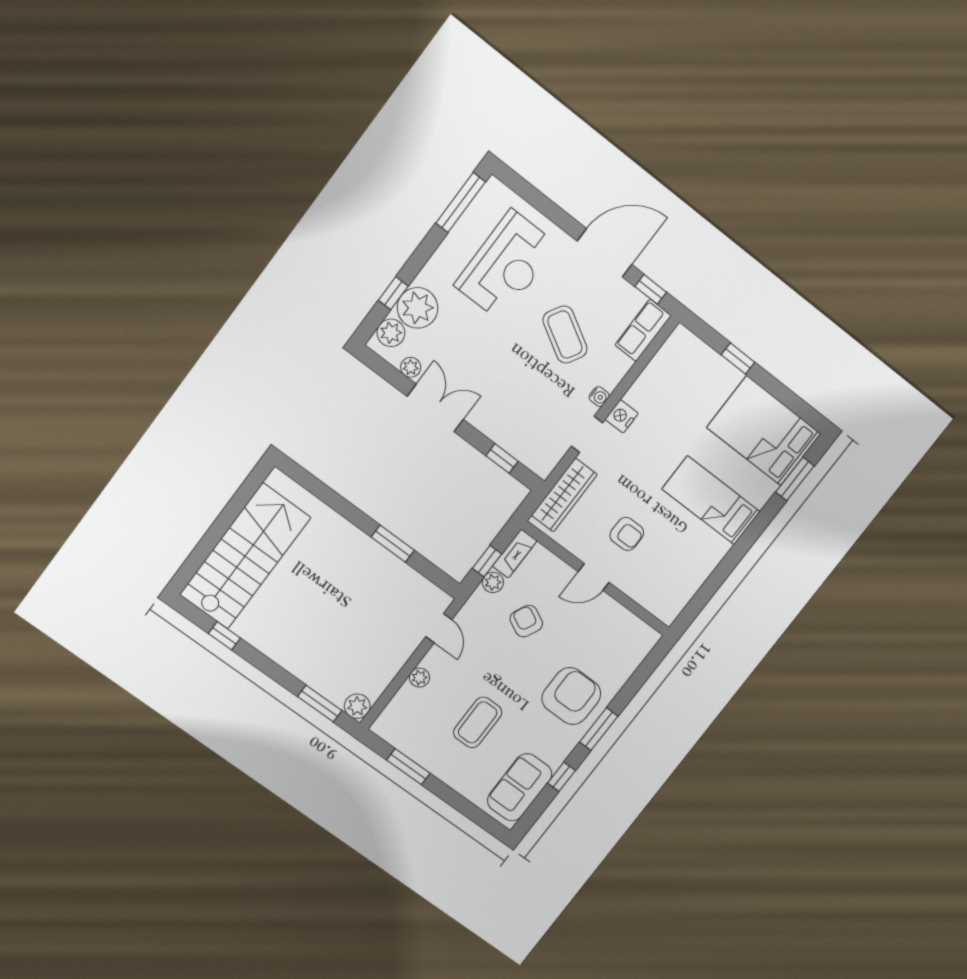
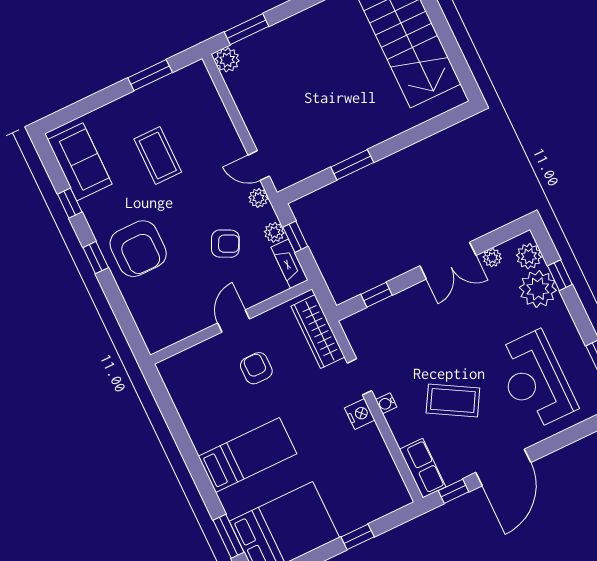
armchair: (627, 534) -> (256, 368), turned 90
plant: (419, 678) -> (258, 198), moved
window: (599, 729) -> (96, 258), width x0.67

